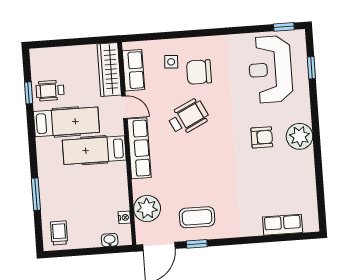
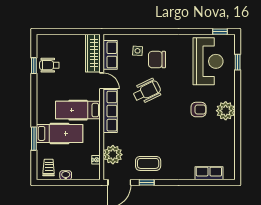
reception desk: (270, 69) -> (208, 61), turned 180
hospital bed: (66, 122) -> (59, 133), moved
washbasin: (110, 240) -> (66, 175), moved

